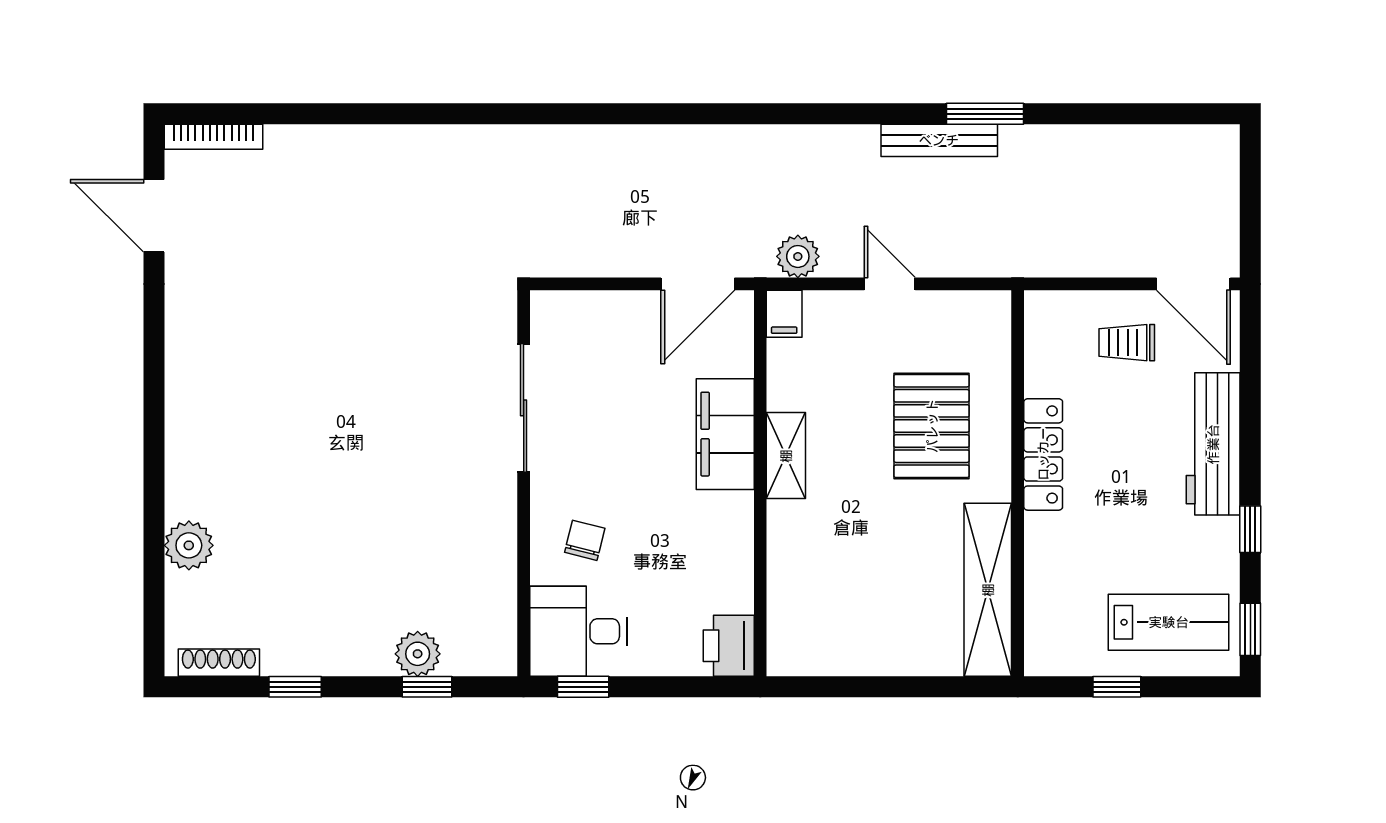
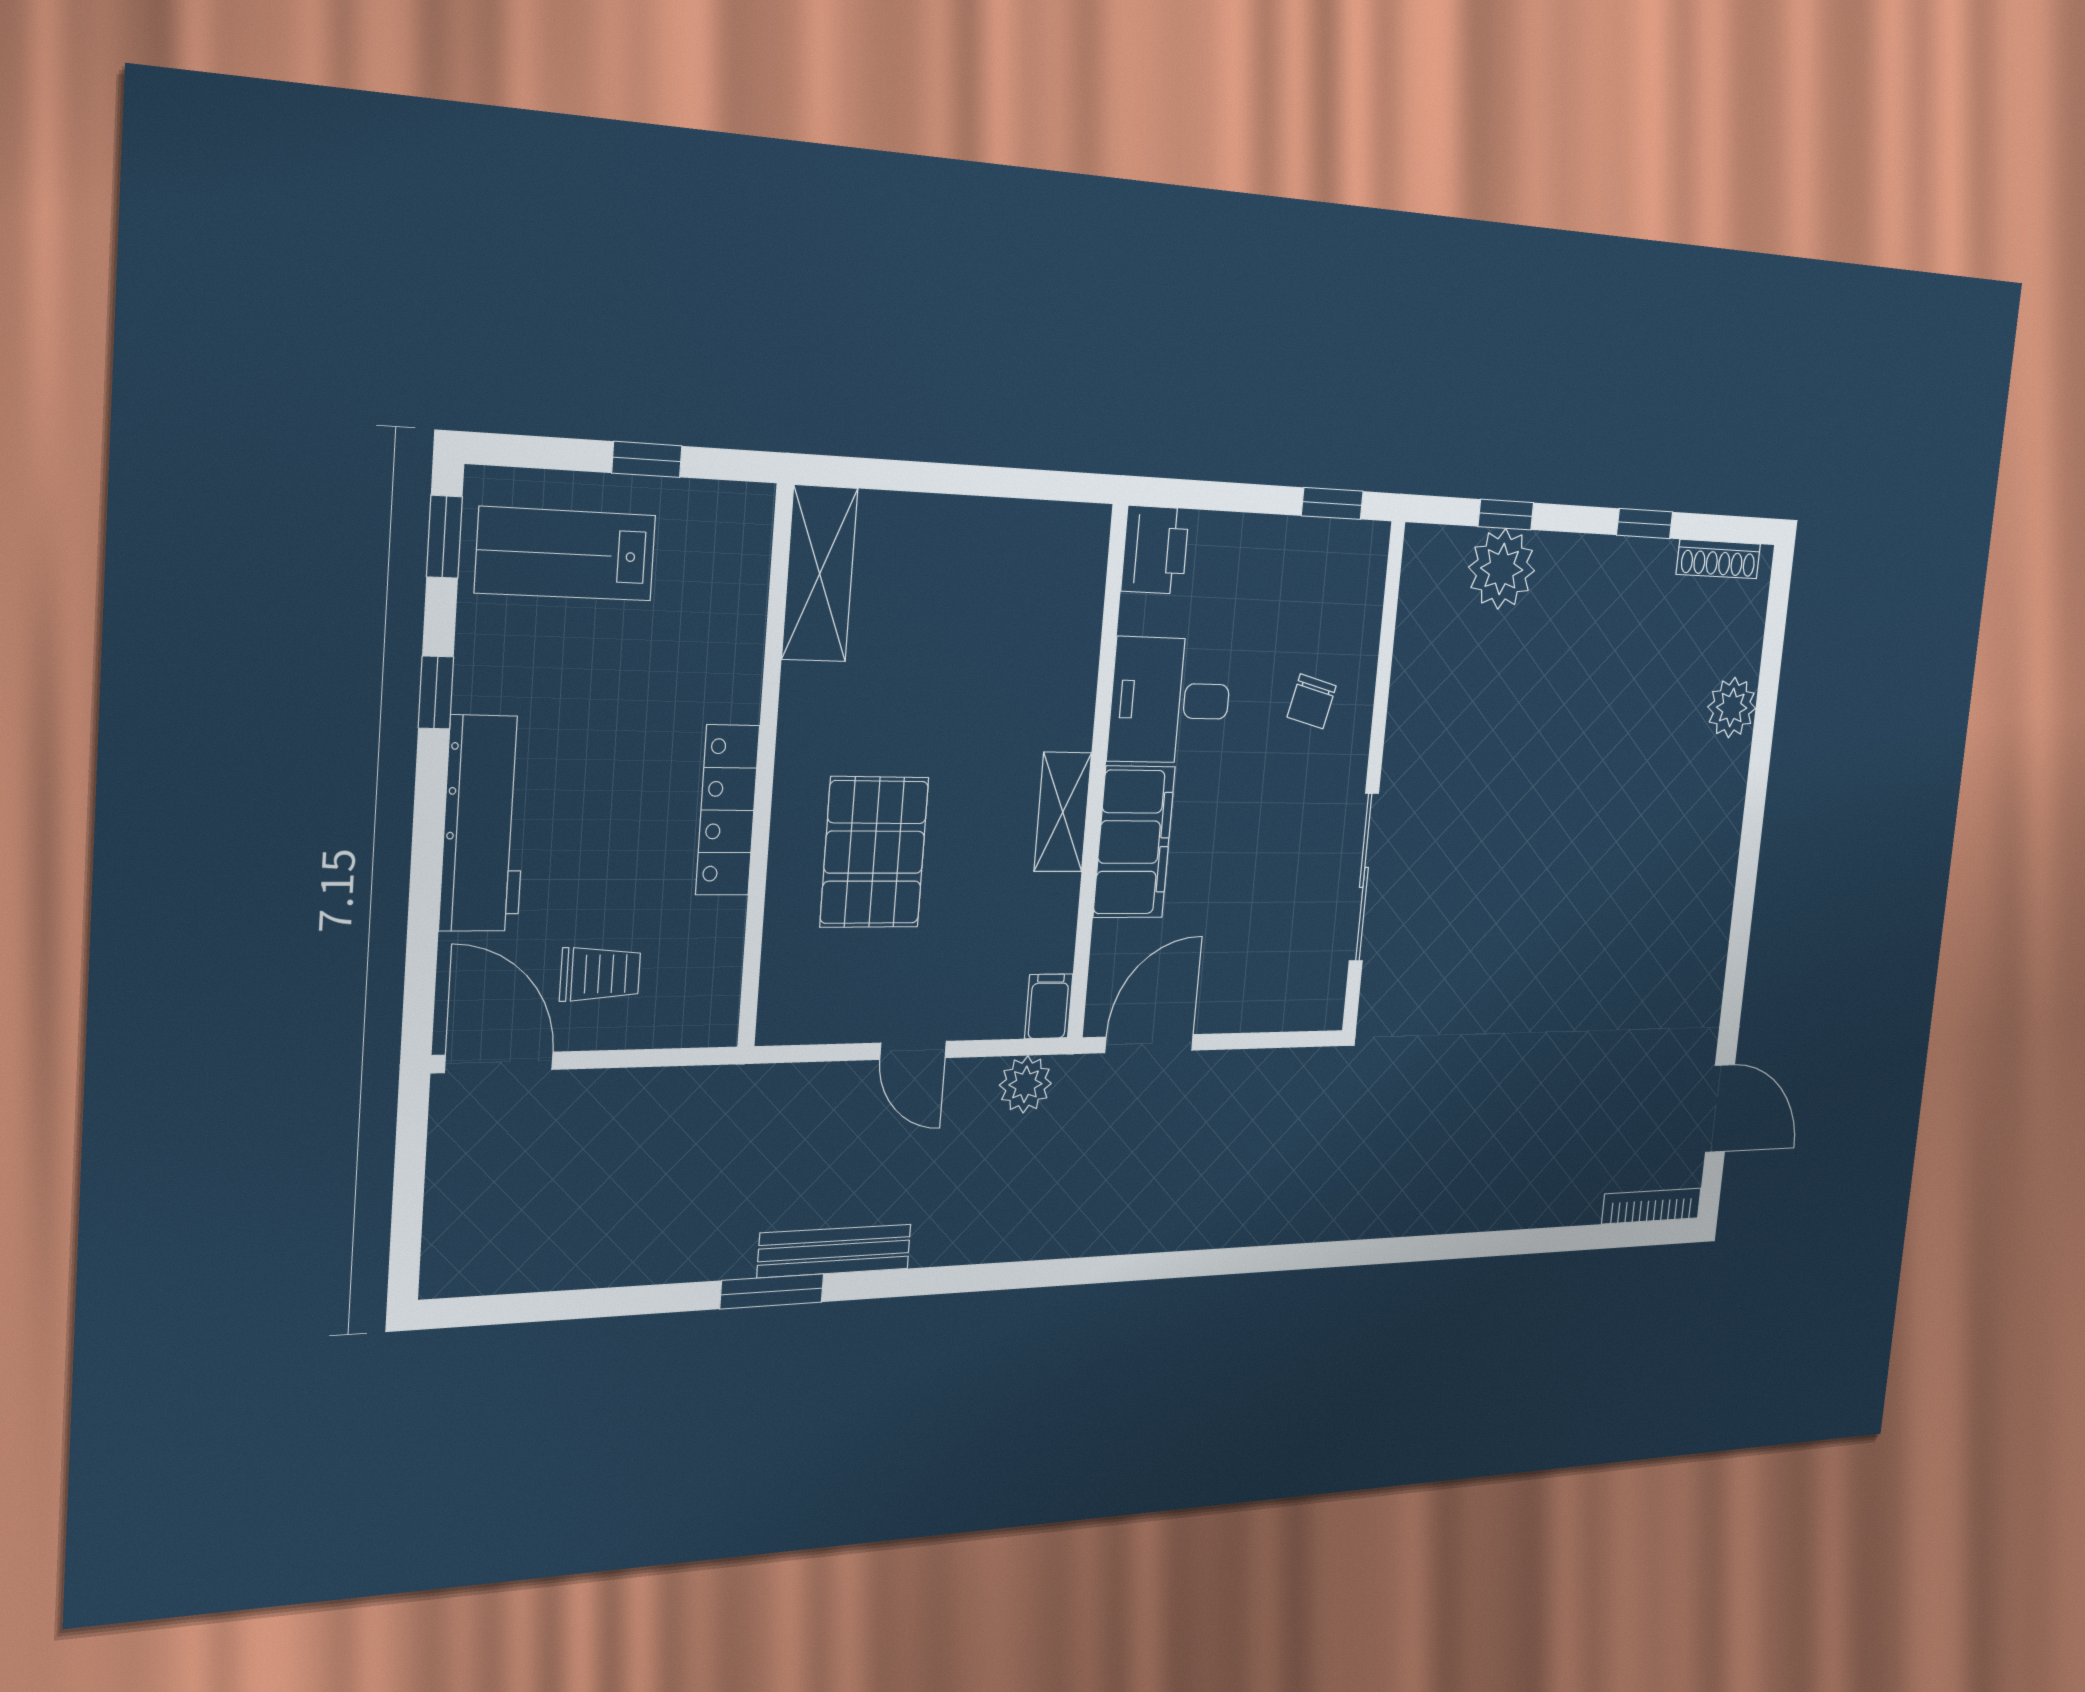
shelving: (988, 590) -> (820, 574), width x0.68
desk: (578, 631) -> (1170, 700), moved, turned 180
plant: (418, 654) -> (1502, 569), width x1.36, depth x1.36

